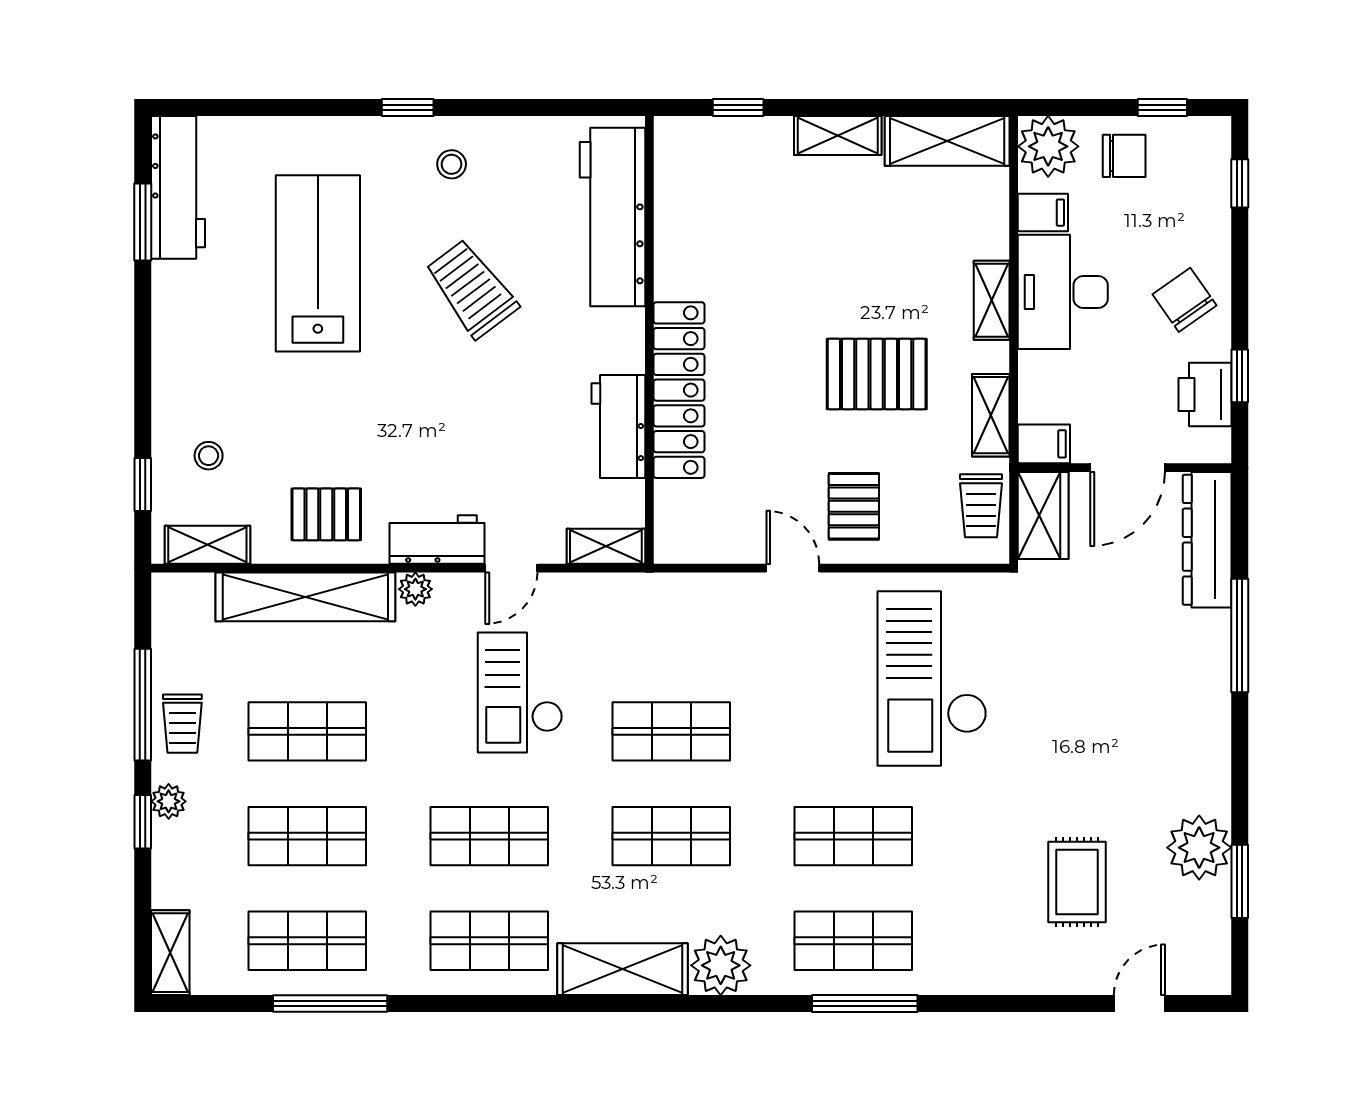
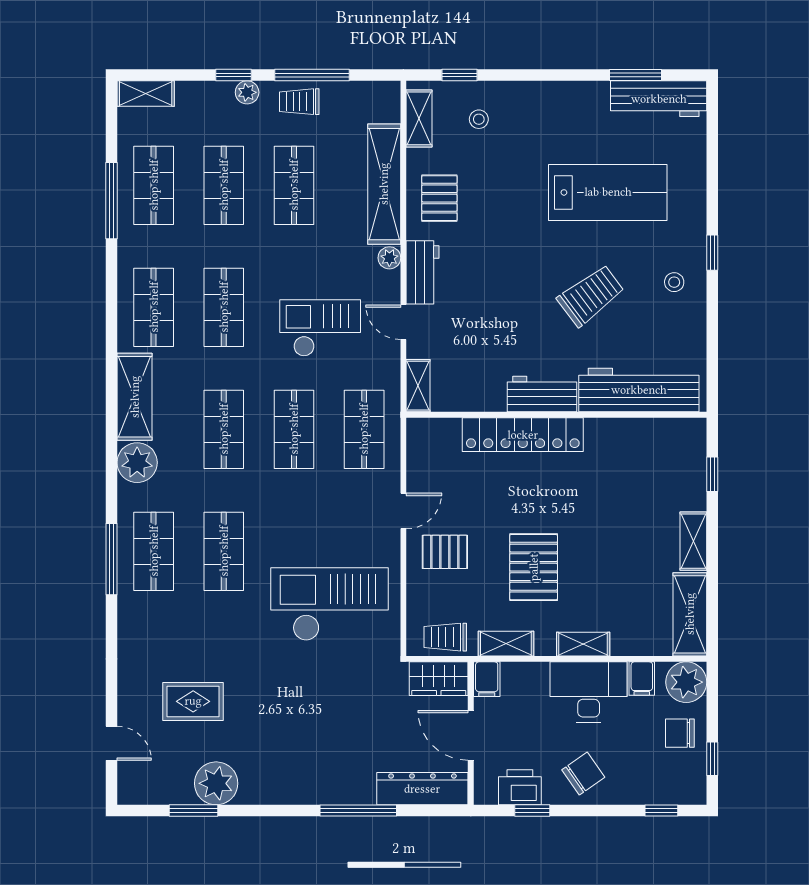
chair: (1124, 156) -> (680, 733), turned 90
workbench: (618, 427) -> (542, 394), moved
shop shelf: (671, 627) -> (364, 429), added

